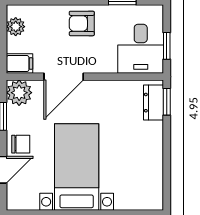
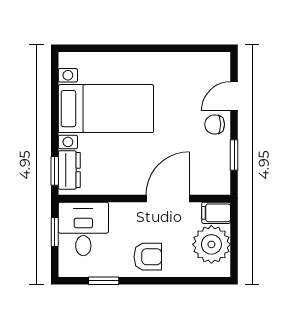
plant: (16, 27) -> (211, 244), width x1.88, depth x1.88
plant: (19, 93) -> (216, 181), removed
bed with nightstands: (77, 167) -> (106, 109), moved, turned -90

